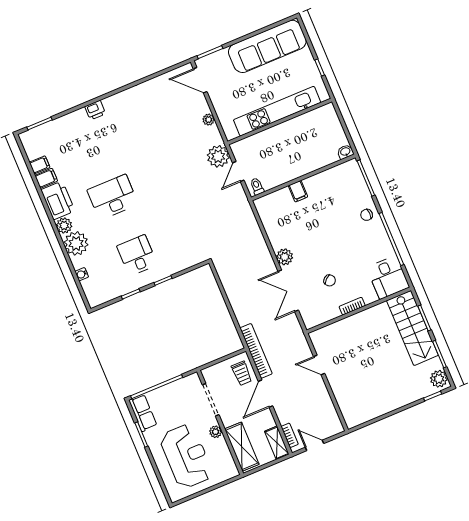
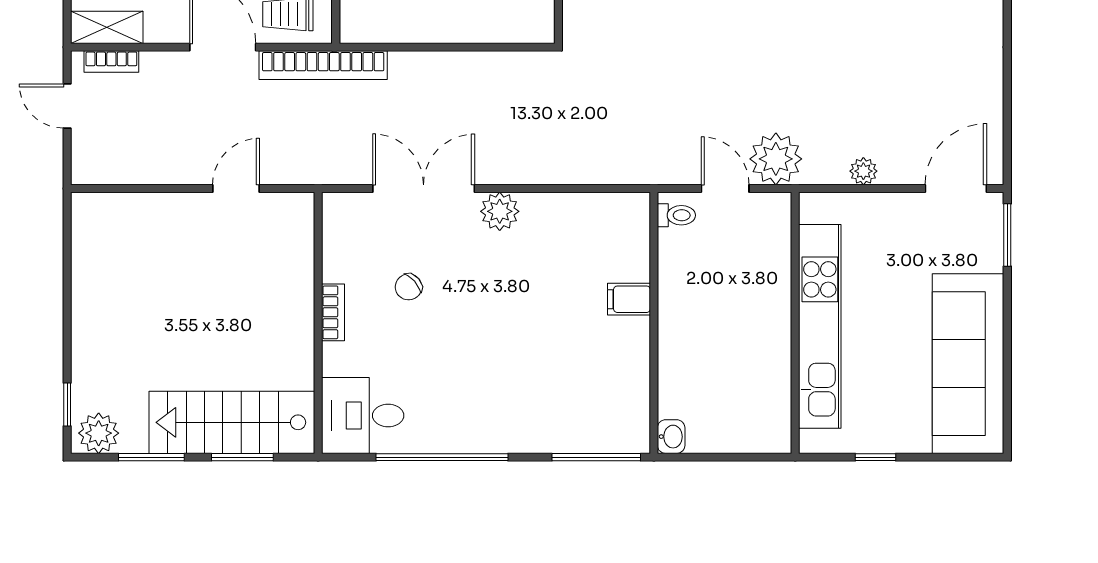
chair: (367, 215) -> (516, 425), removed
door: (315, 445) -> (67, 106), swing flipped

